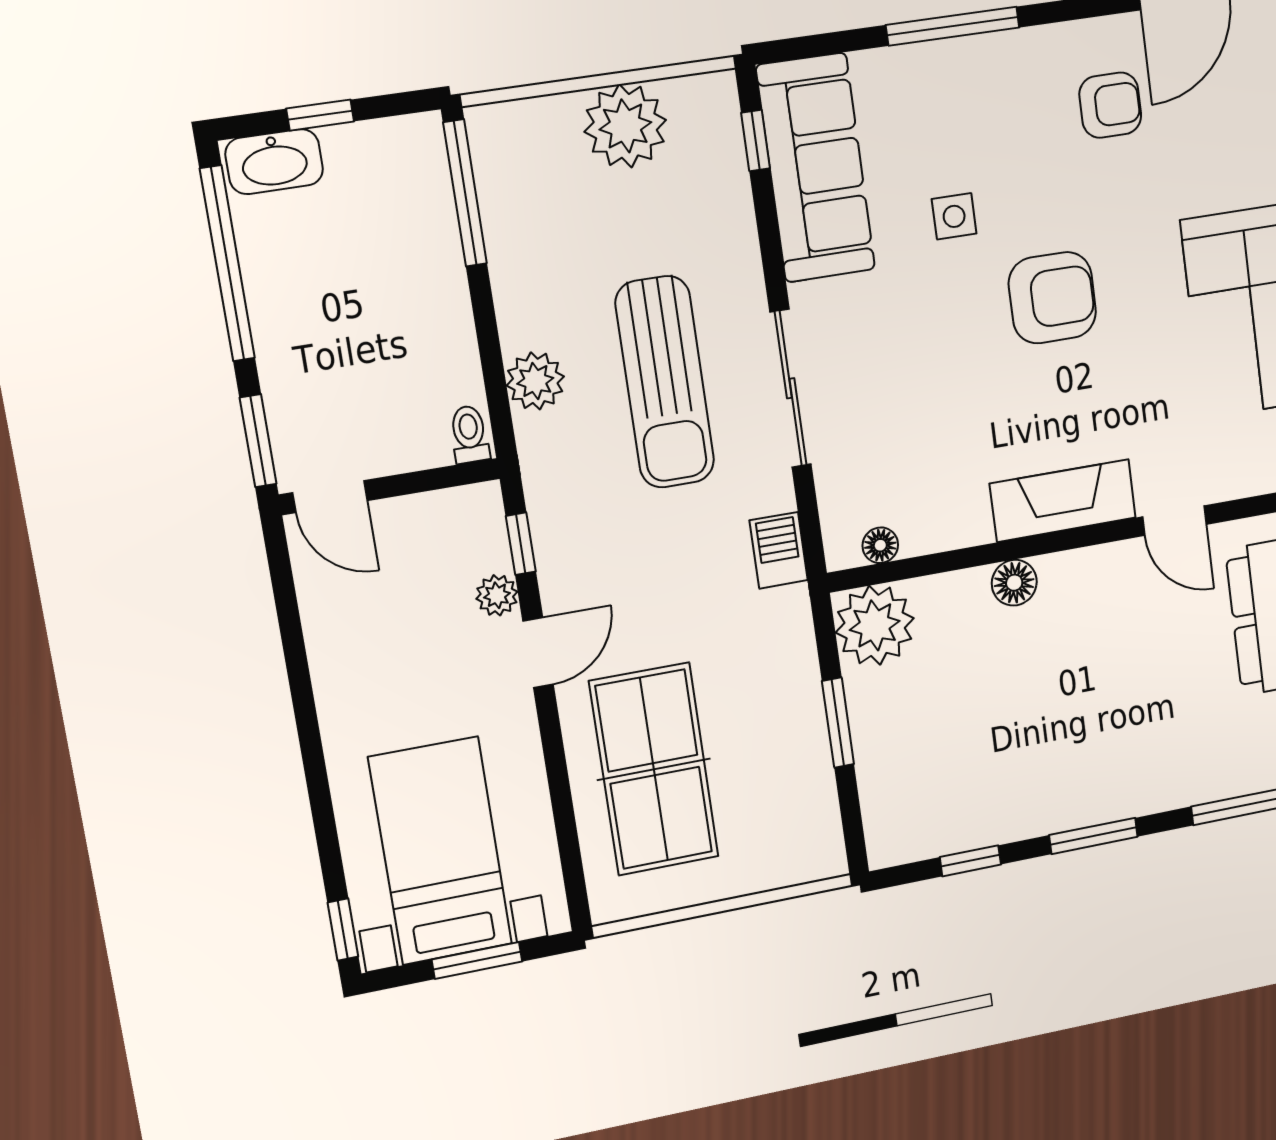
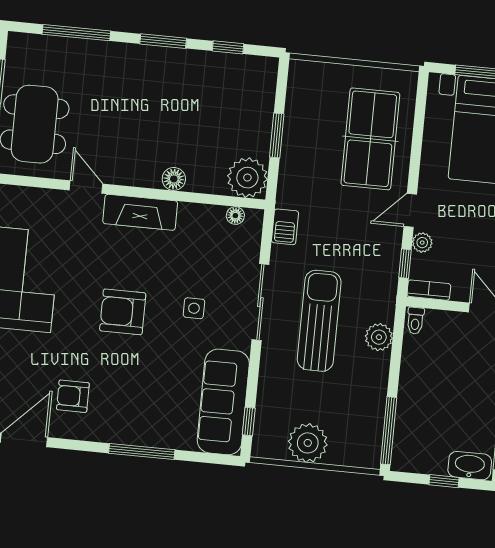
side table: (954, 216) -> (194, 308), moved
bookcase: (458, 504) -> (429, 290), added

